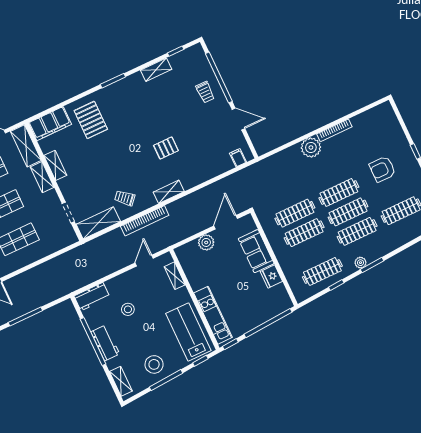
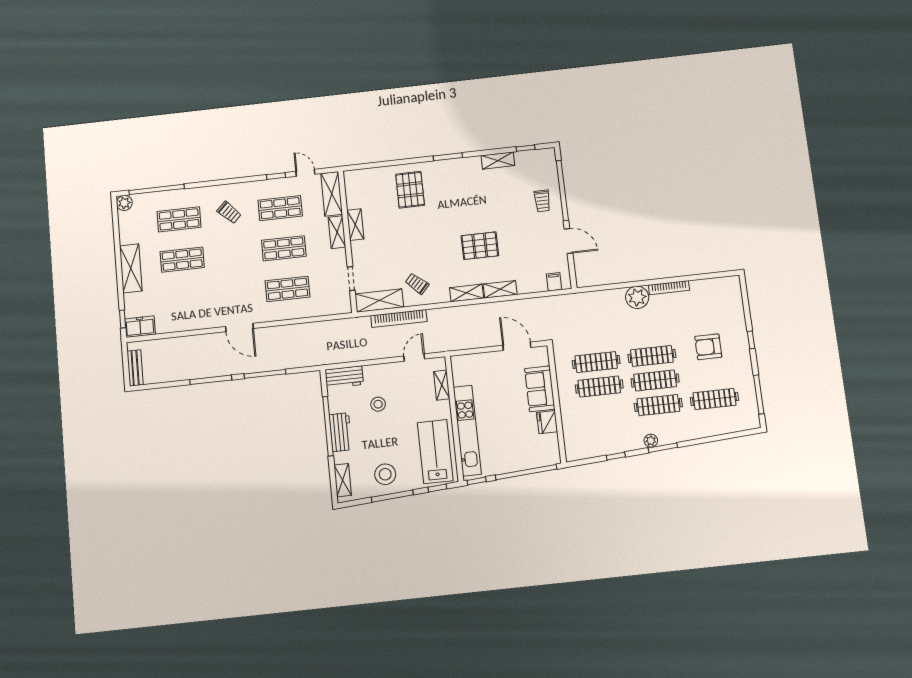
filing cabinet: (50, 124) -> (365, 179), removed
pallet: (166, 148) -> (480, 246), width x1.50, depth x1.42
shelving: (195, 179) -> (500, 289), added
bookcase: (145, 221) -> (399, 318), moved
door: (226, 222) -> (517, 346), hinge flipped
plant: (206, 242) -> (488, 361), removed
clothes rail: (322, 271) -> (605, 436), removed
kitchen unit: (213, 315) -> (467, 431), width x1.36

